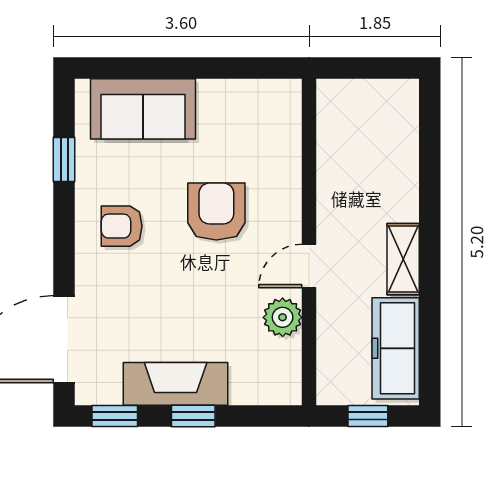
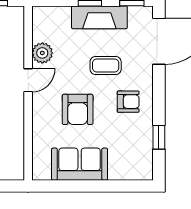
sofa: (143, 109) -> (80, 164), moved
coffee table: (164, 294) -> (106, 66), added

